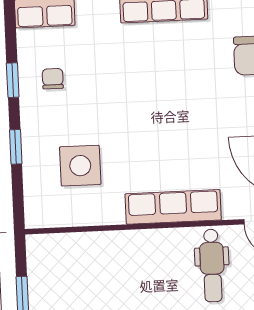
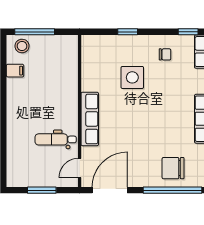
window: (13, 80) -> (188, 32), moved
side table: (80, 166) -> (132, 77), moved

